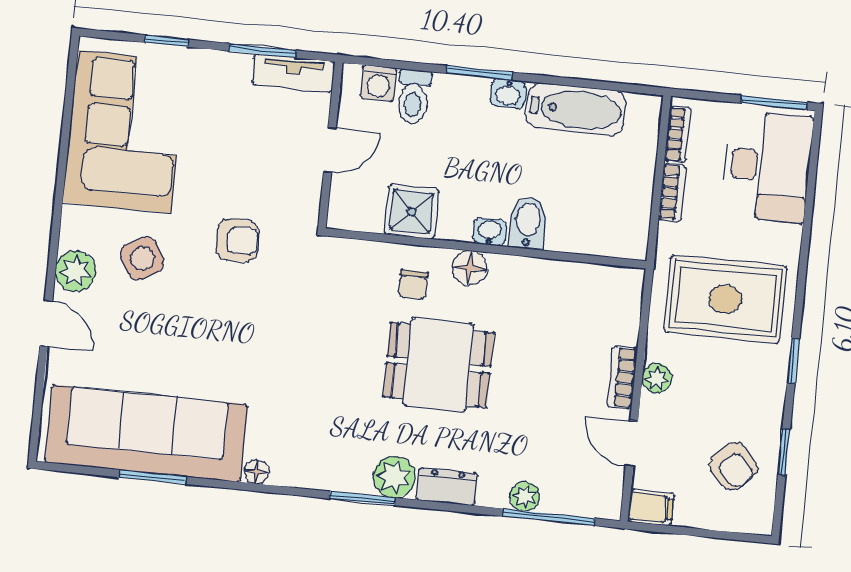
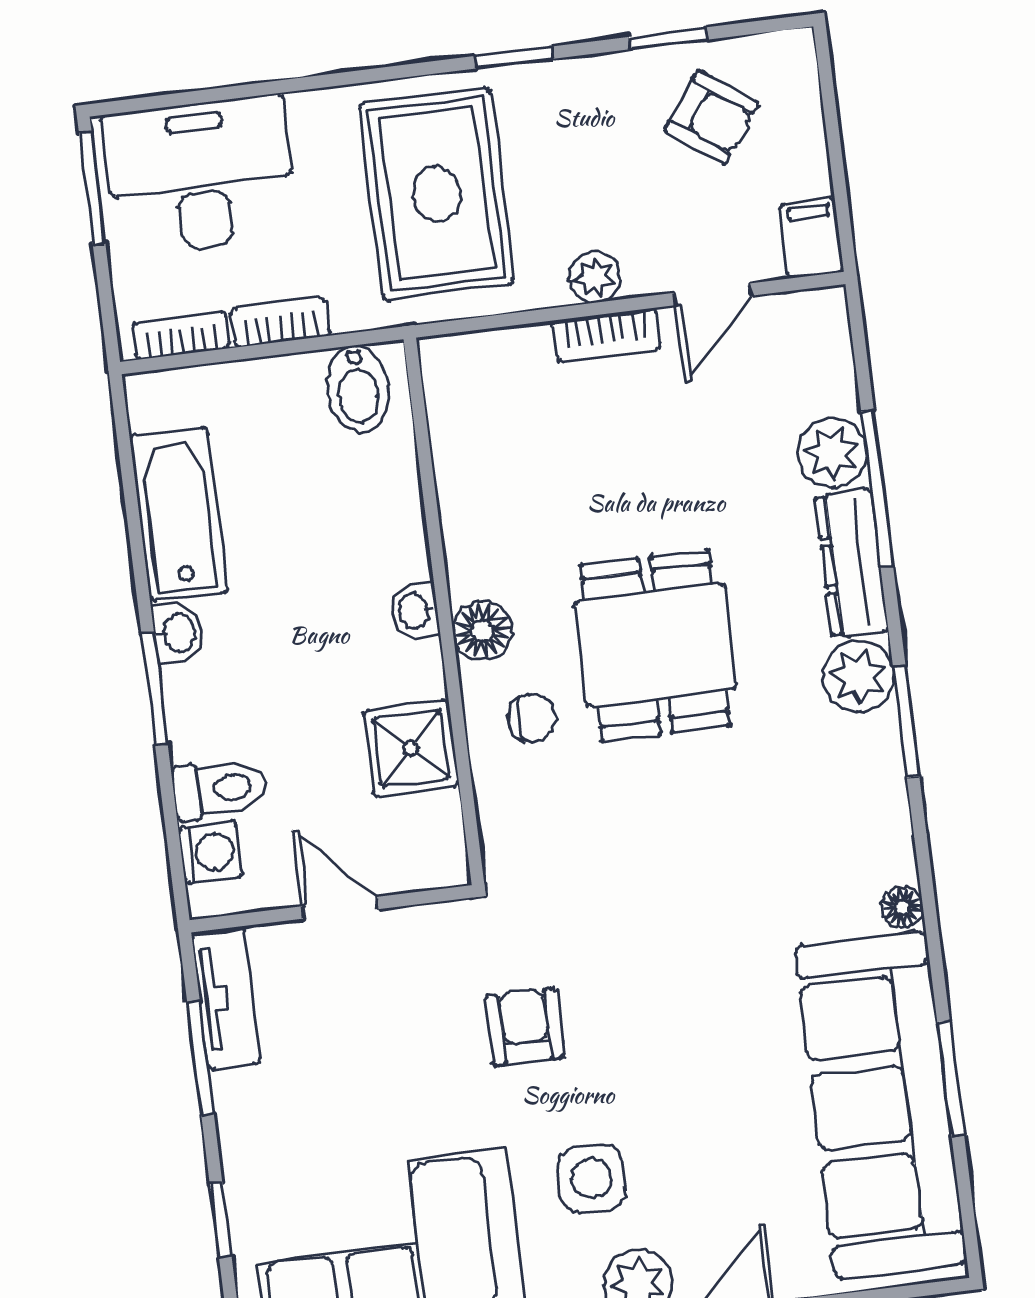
bidet: (528, 223) -> (358, 389), moved, turned -90
side table: (142, 258) -> (591, 1178), turned 30
armchair: (733, 466) -> (712, 117), turned 78
dresser: (447, 487) -> (852, 563), width x1.44
plant: (525, 496) -> (832, 453), width x1.38, depth x1.38
window: (549, 517) -> (877, 489), moved

